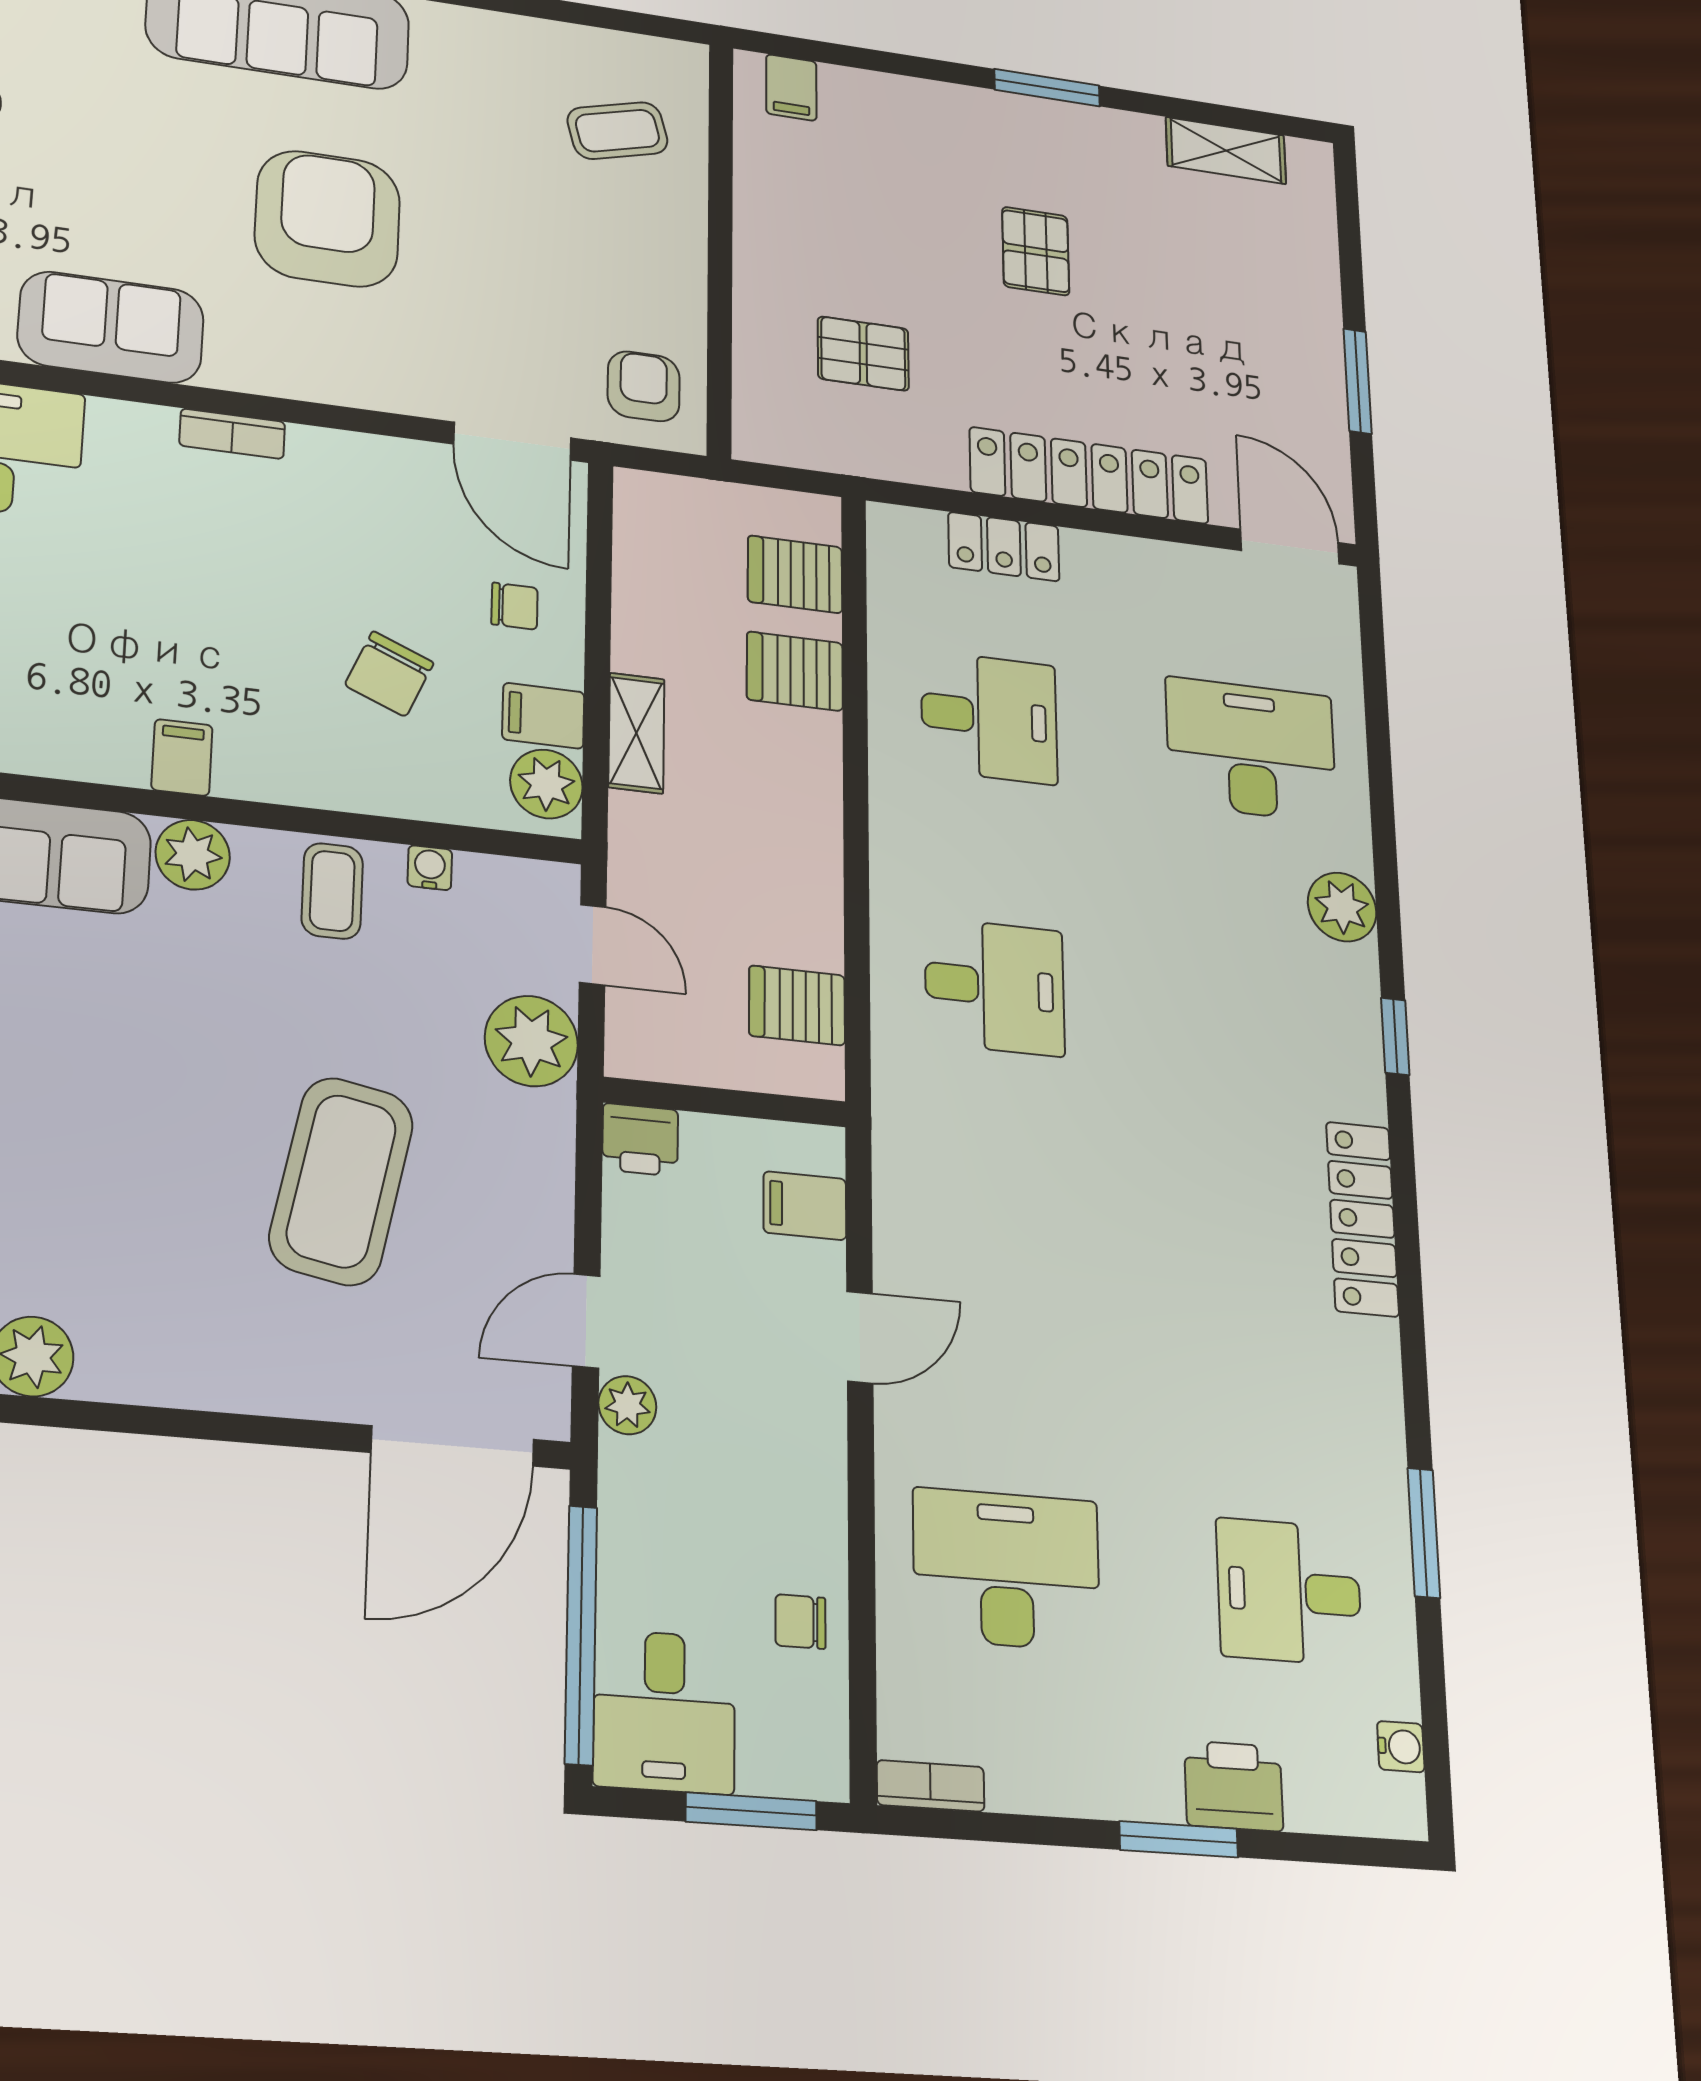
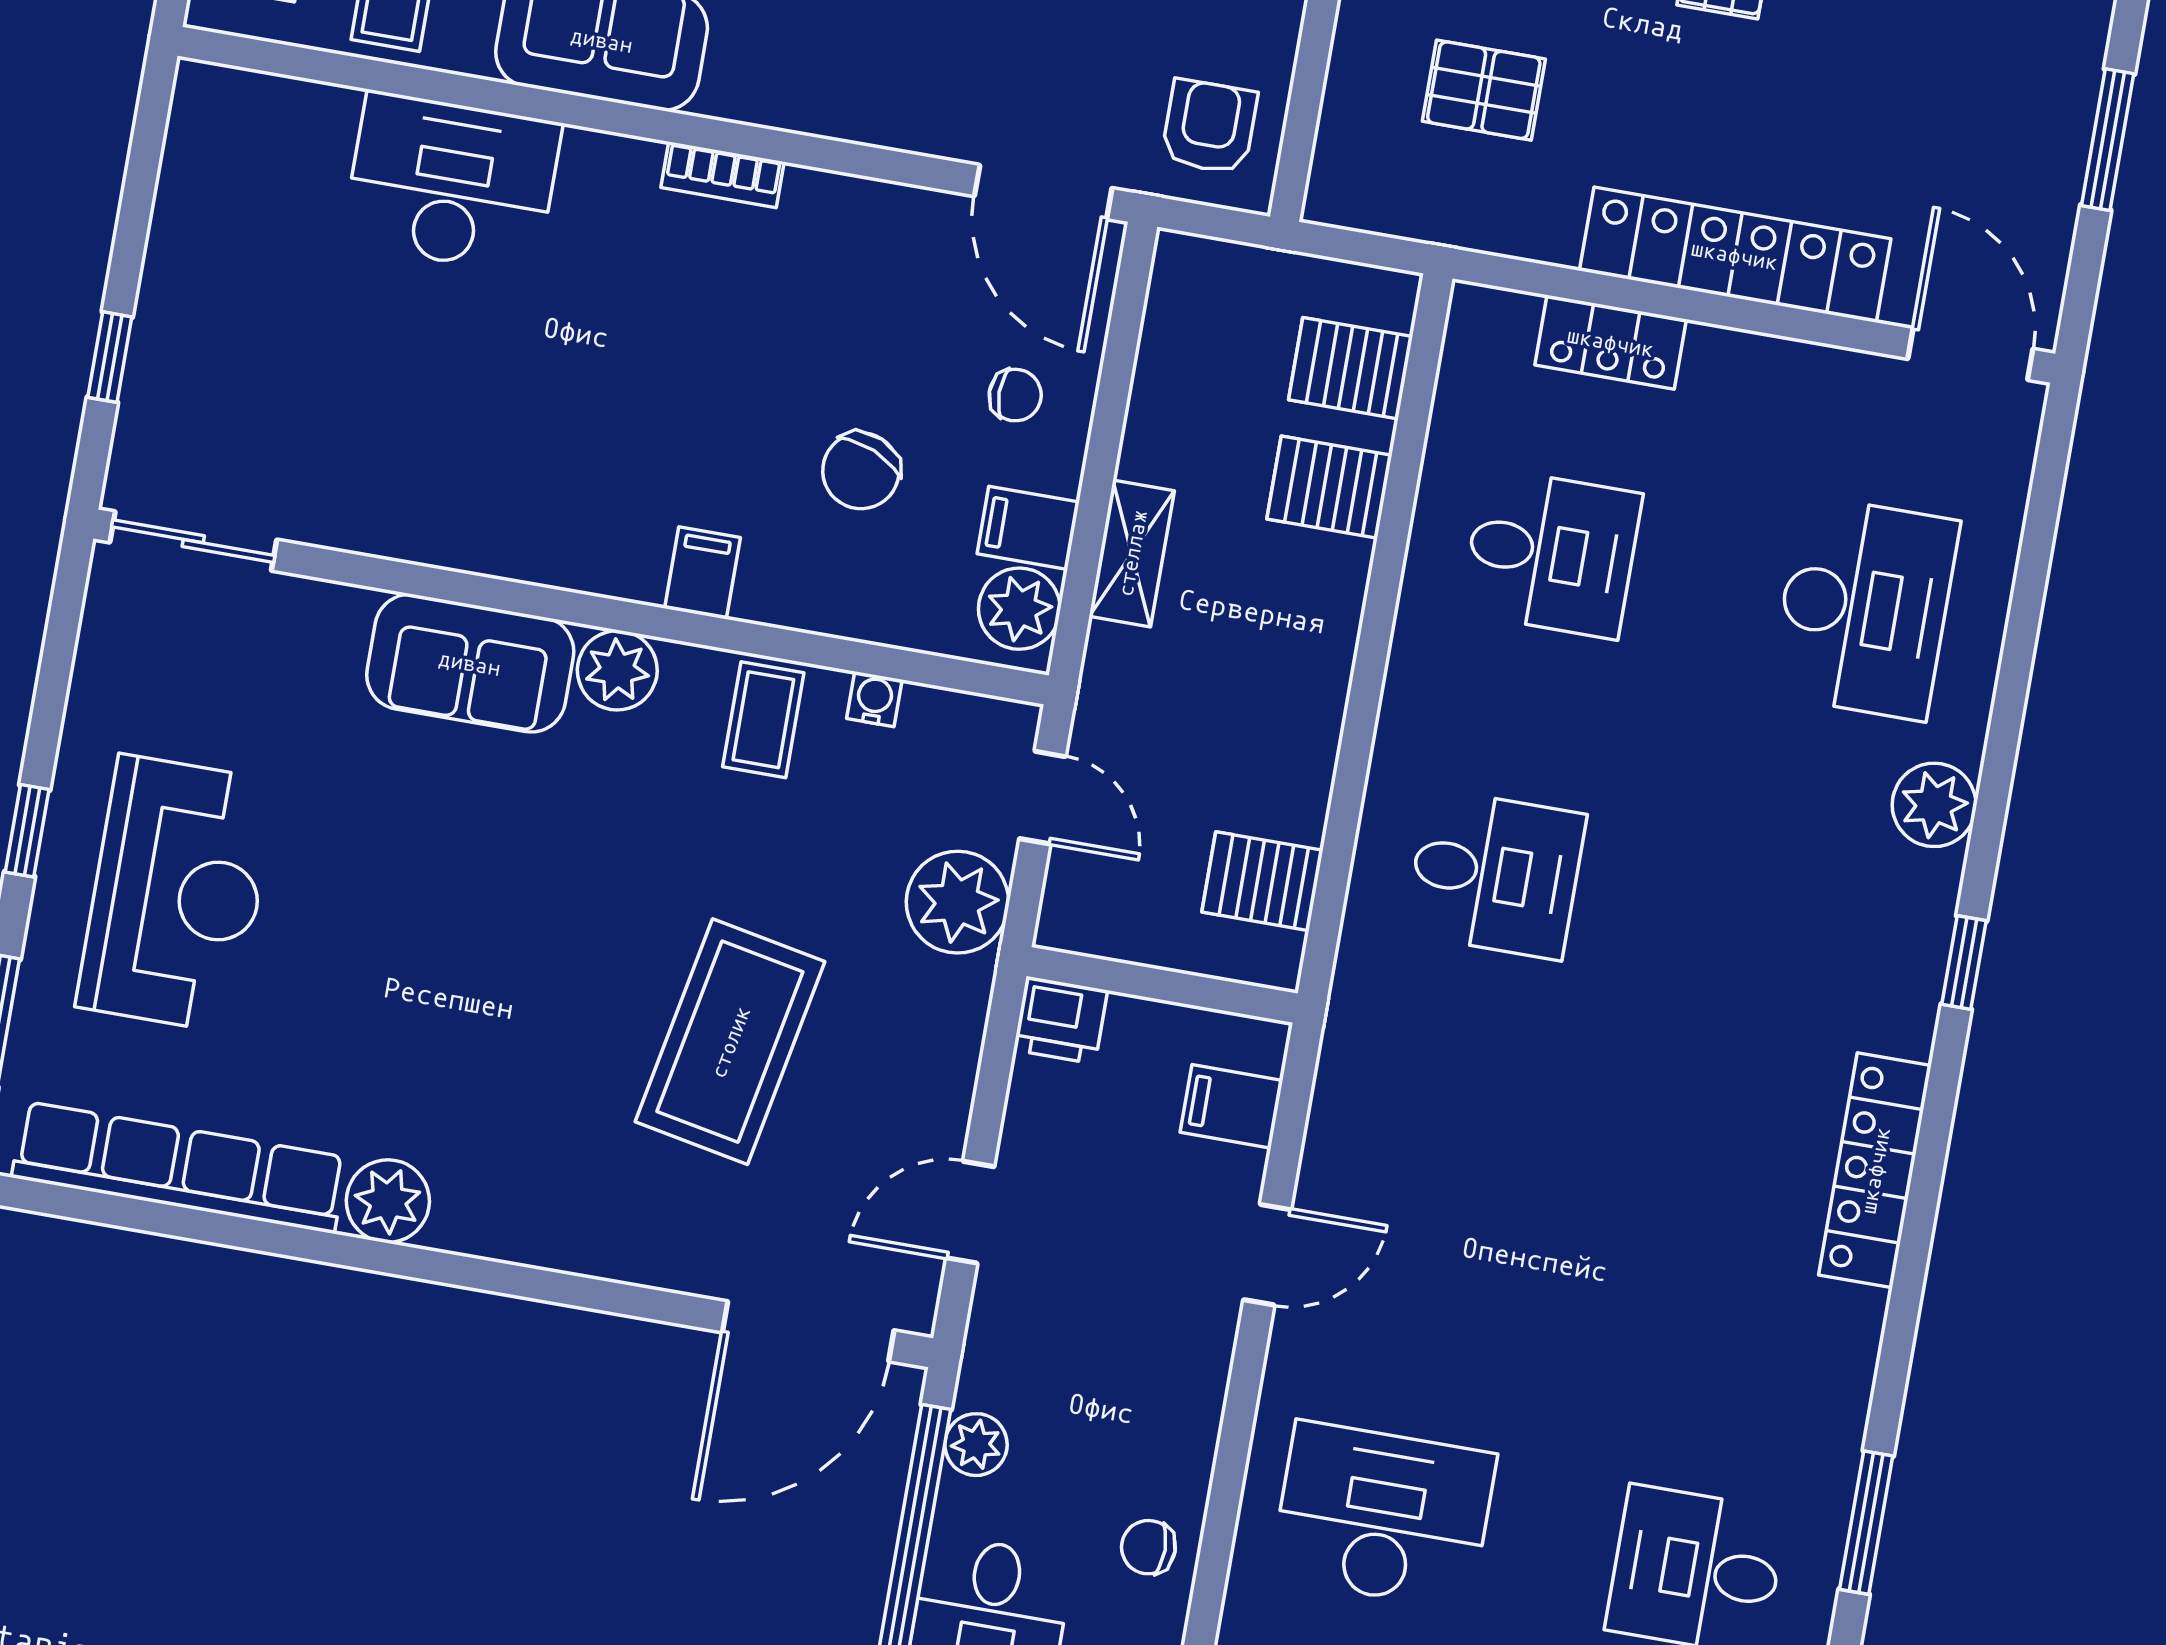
desk: (1251, 750) -> (1864, 608), turned 90
filing cabinet: (182, 757) -> (703, 573), moved
plant: (627, 1405) -> (976, 1445), moved

